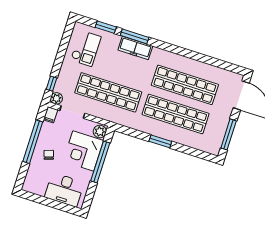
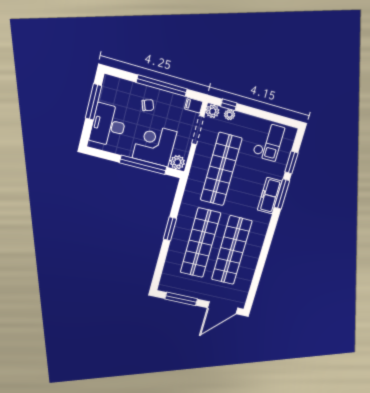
checkout: (86, 48) -> (269, 142), turned -90
plant: (60, 83) -> (230, 115), added
window: (44, 201) -> (93, 102), added

